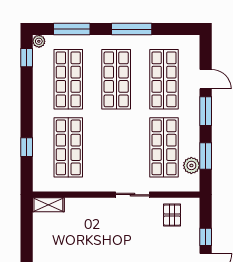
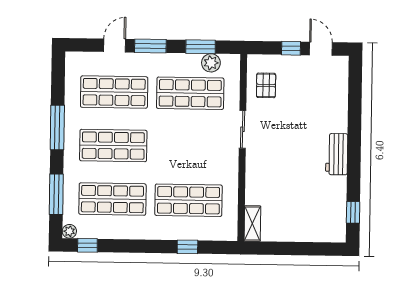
pallet: (172, 215) -> (266, 85), turned 90

